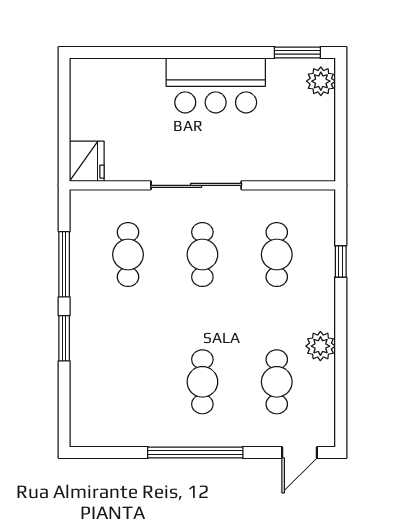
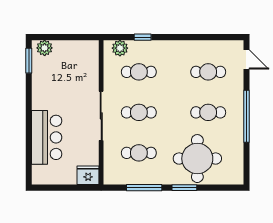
bar counter: (216, 85) -> (47, 137), moved
plant: (320, 346) -> (120, 48), moved
round table: (118, 362) -> (197, 159), added

